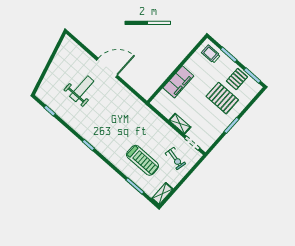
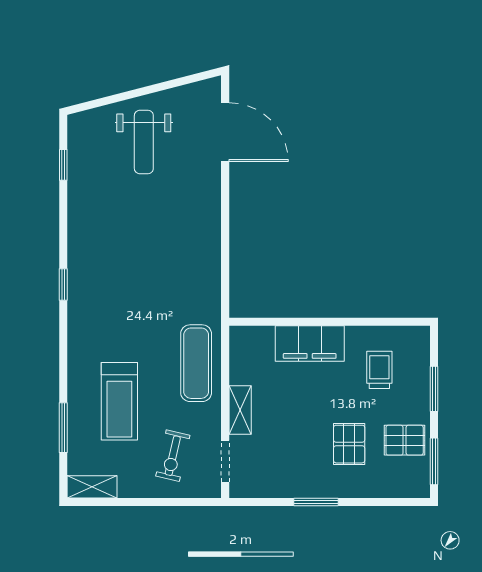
trolley: (211, 54) -> (379, 370), moved
door: (107, 68) -> (225, 132), moved
weight bench: (82, 89) -> (144, 142), moved, turned 90
pallet: (222, 98) -> (349, 444), width x0.67, depth x0.71
exercise mat: (152, 124) -> (196, 363), added

